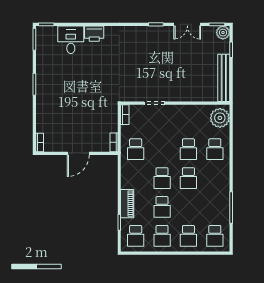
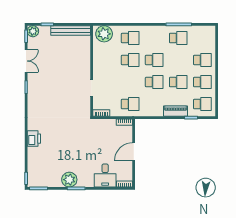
desk: (71, 40) -> (105, 175), moved, turned -90
plant: (45, 76) -> (69, 180), added
door: (78, 153) -> (134, 152), swing flipped
school desk: (215, 236) -> (178, 38), moved

